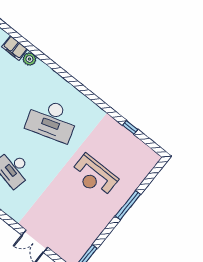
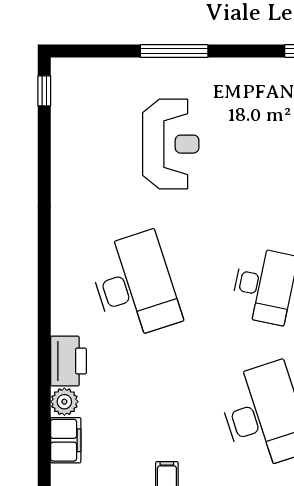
printer: (43, 73) -> (68, 361), added
window: (130, 127) -> (44, 91), moved

